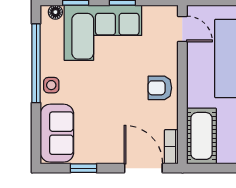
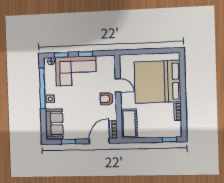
door: (182, 29) -> (118, 85), moved
door: (143, 168) -> (99, 141), hinge flipped

